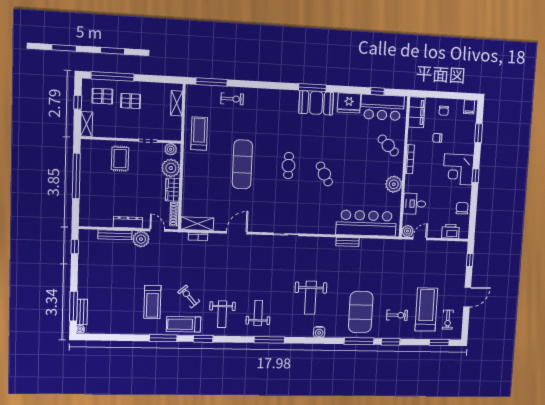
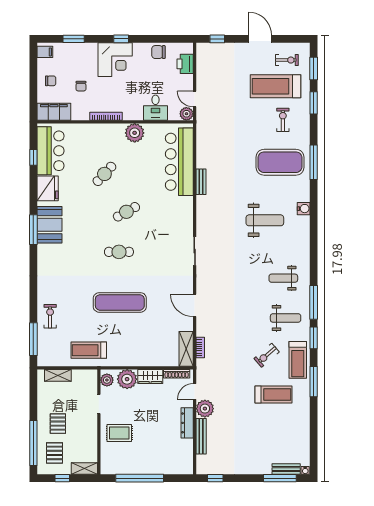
cafe table: (388, 145) -> (104, 174), moved
window: (269, 340) -> (314, 302), moved
window: (391, 342) -> (314, 103), moved

